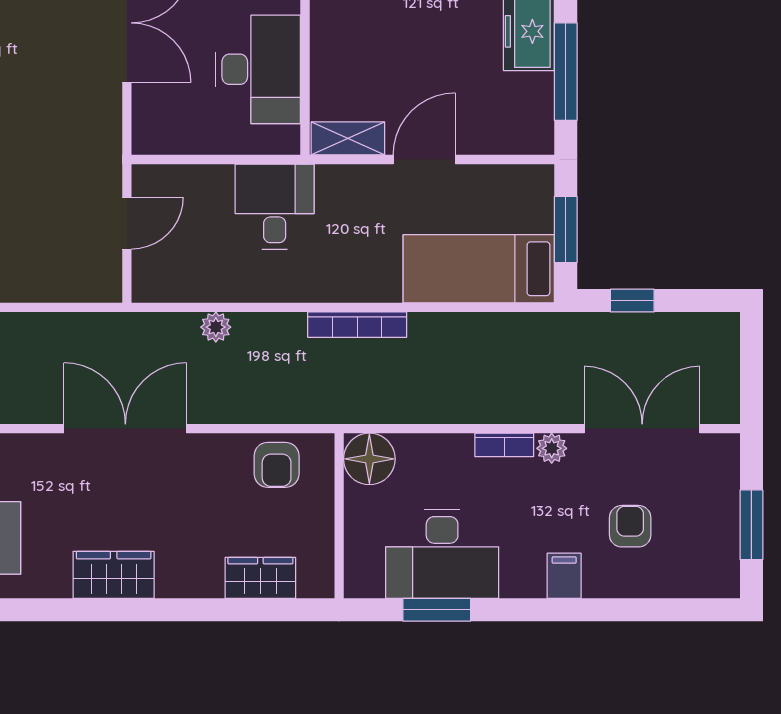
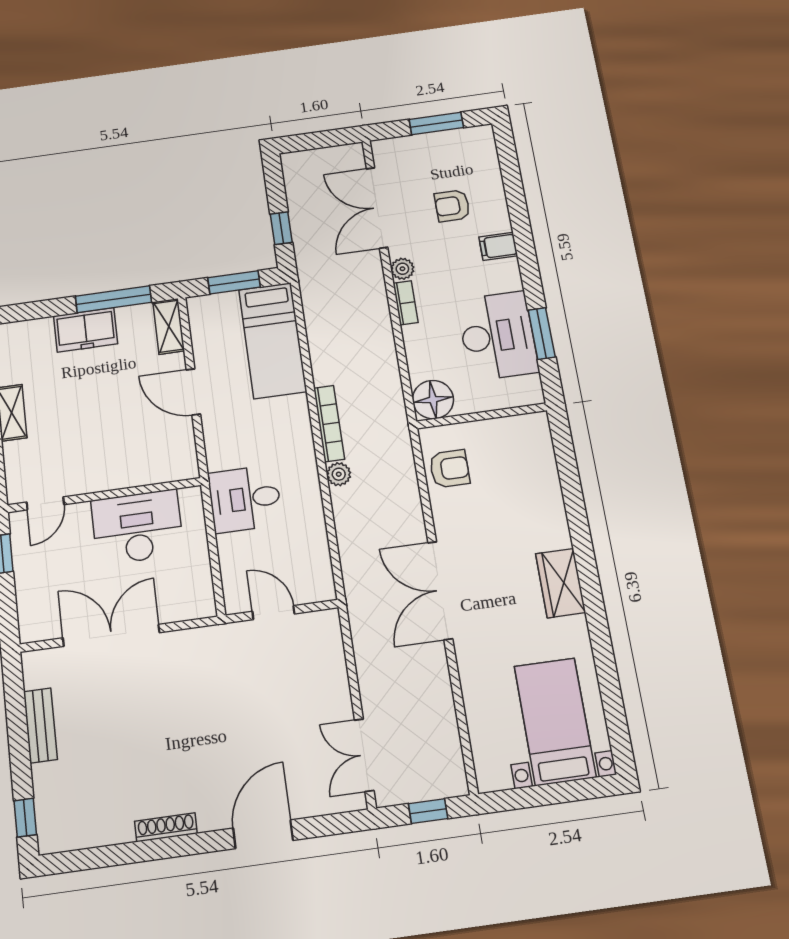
shelving: (348, 138) -> (169, 326), moved
plant: (216, 327) -> (339, 474), moved
wardrobe: (260, 578) -> (542, 468), removed

